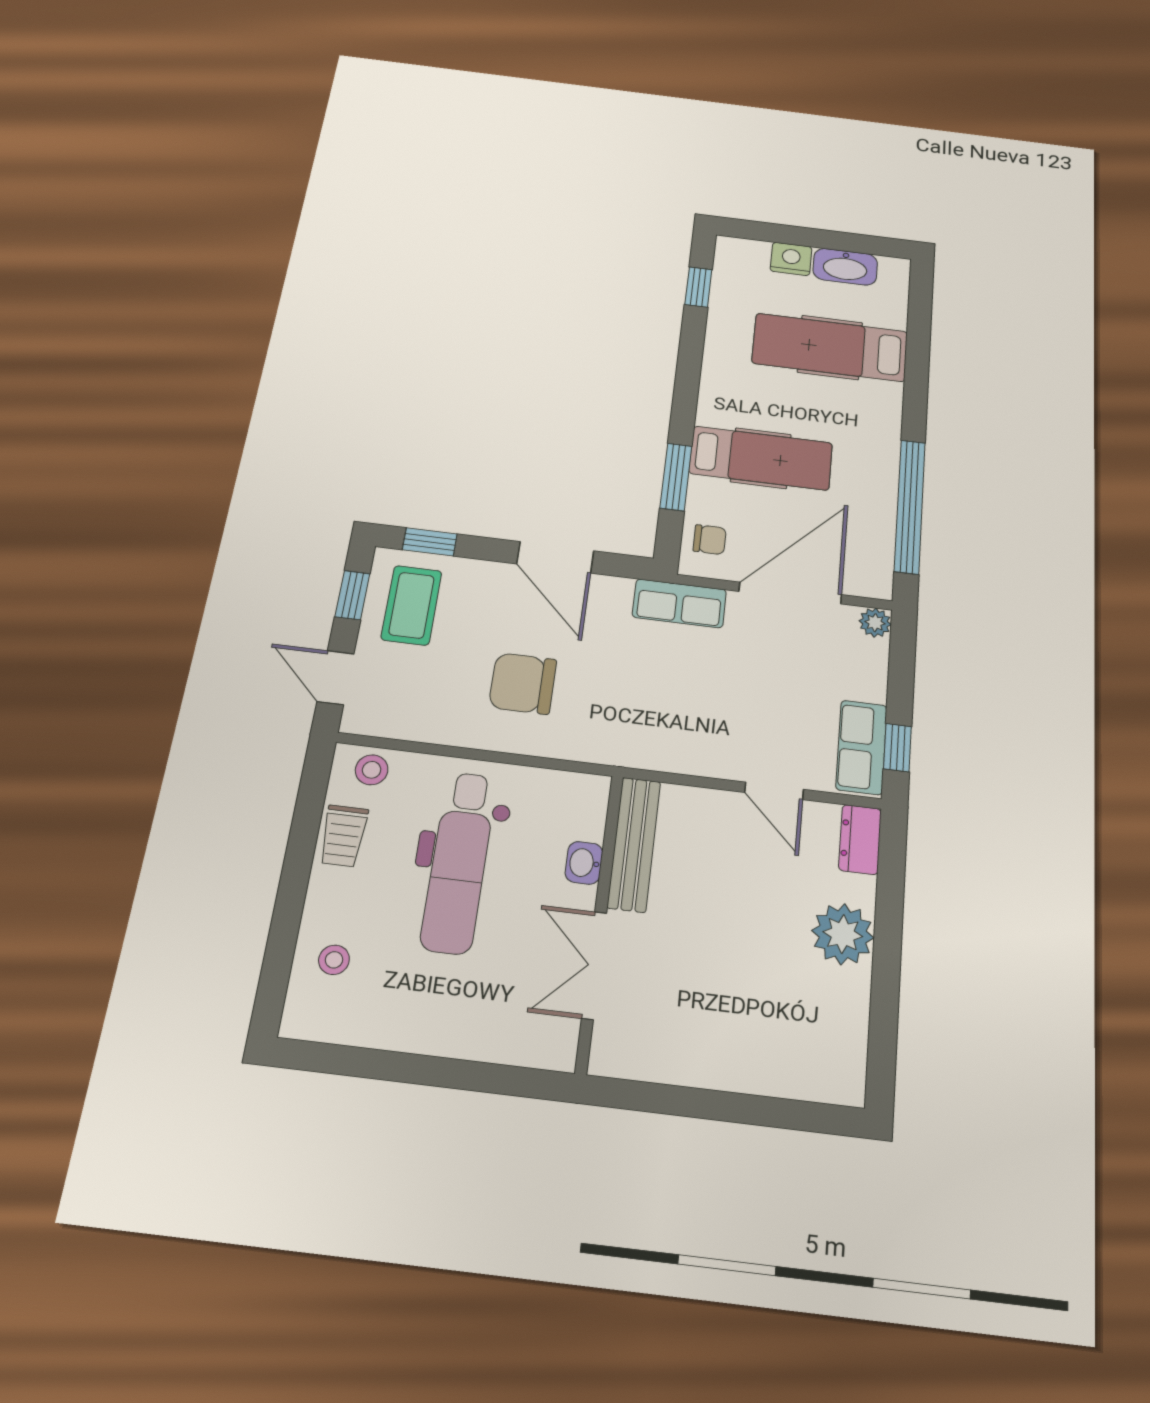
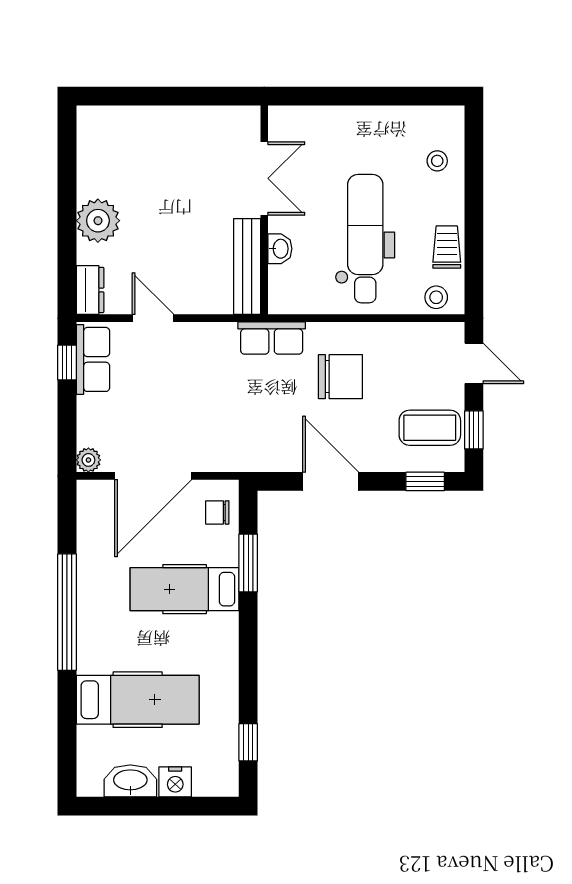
window: (910, 506) -> (67, 612), moved
row of seats: (679, 603) -> (272, 338), moved, turned 180
coffee table: (411, 605) -> (430, 428), turned 90

